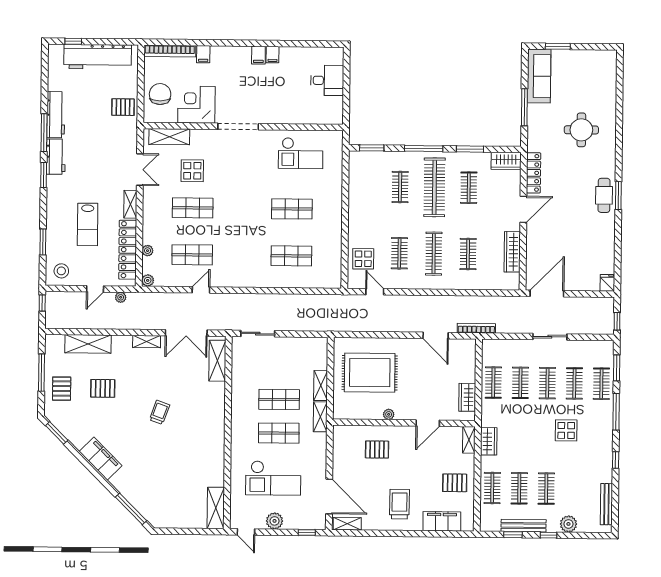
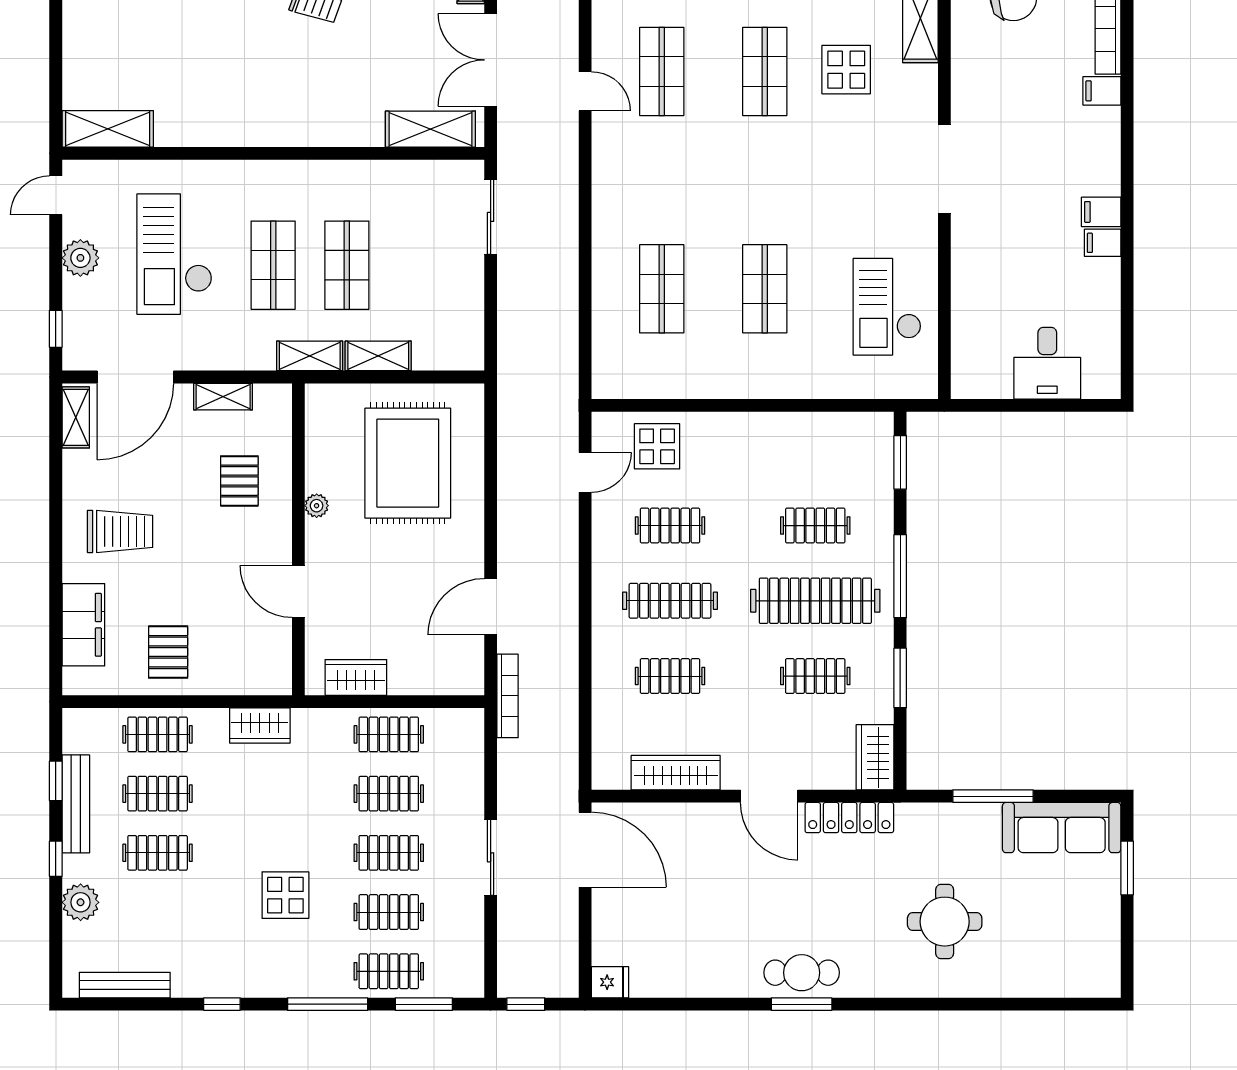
corner desk: (196, 105) -> (991, 77), removed
shelving: (469, 440) -> (223, 397), moved

